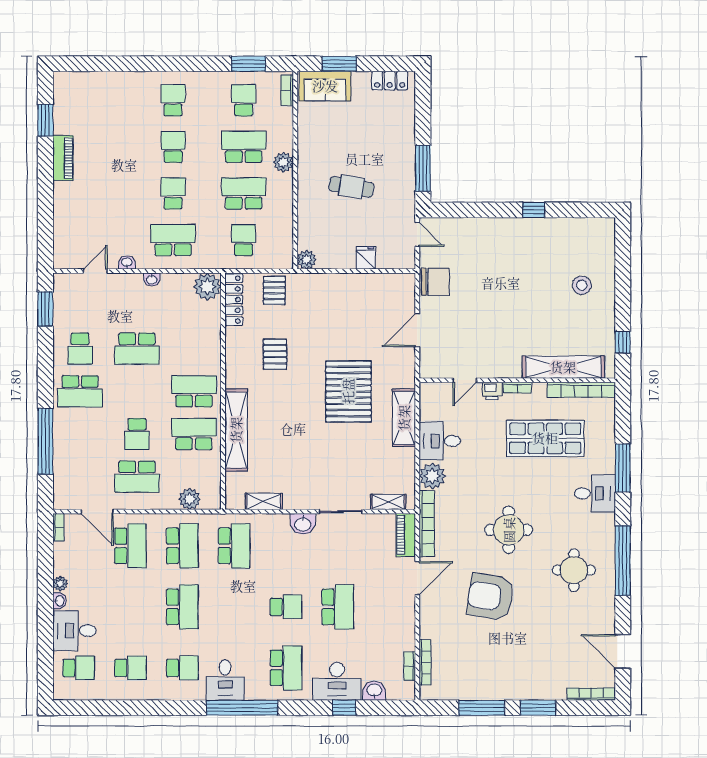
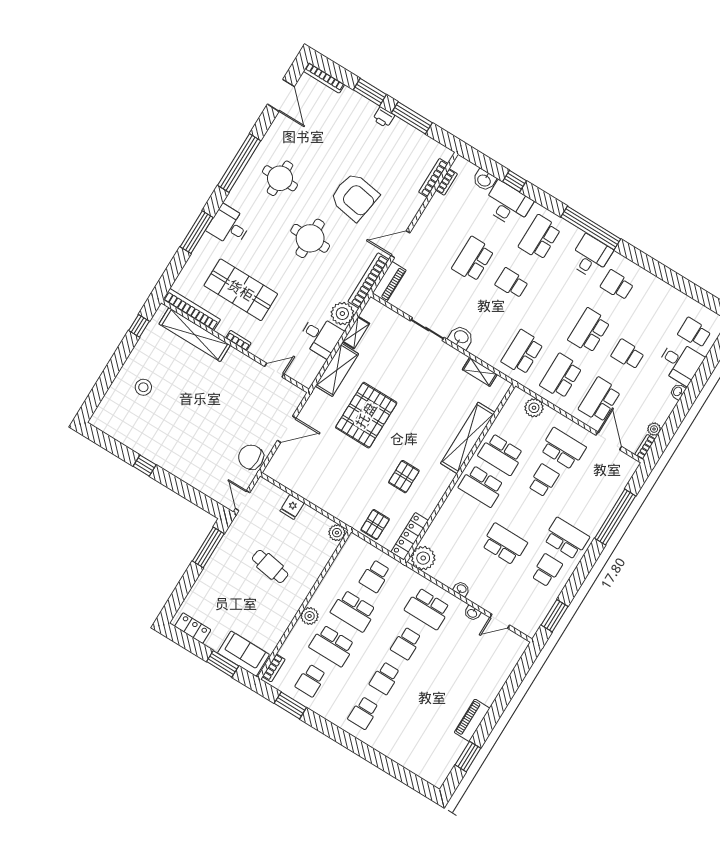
printer: (492, 391) -> (384, 117), moved, turned 180
shelving: (388, 502) -> (356, 333), moved, turned 90
plant: (60, 584) -> (654, 429), moved
school desk: (130, 668) -> (628, 354), moved

